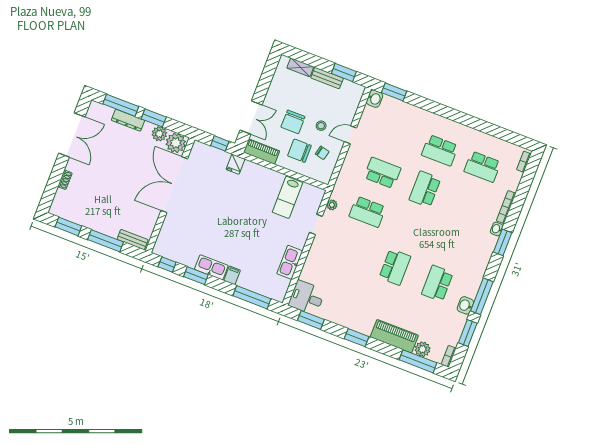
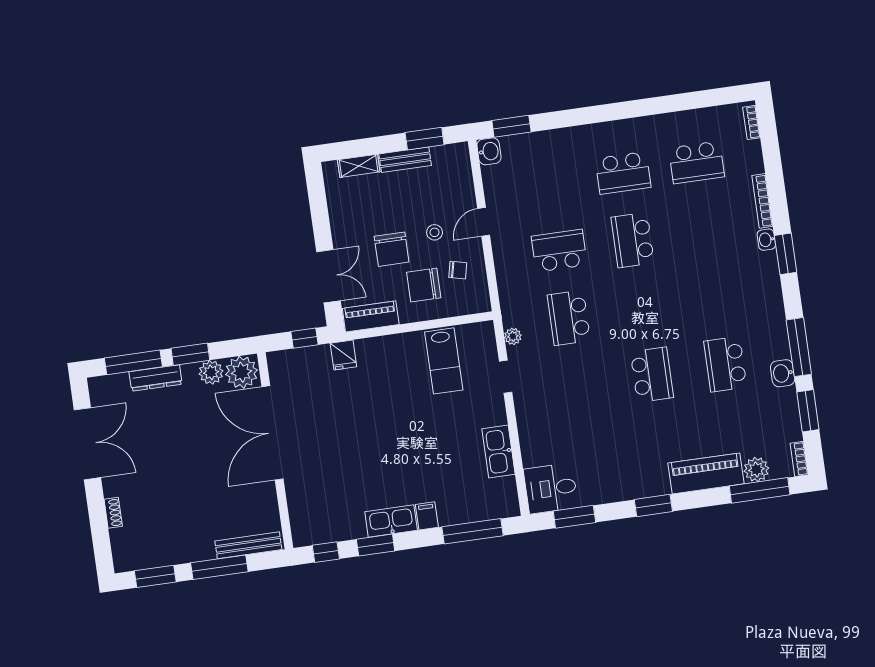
school desk: (367, 212) -> (569, 318), turned 90
bench: (133, 240) -> (248, 545), width x1.36

